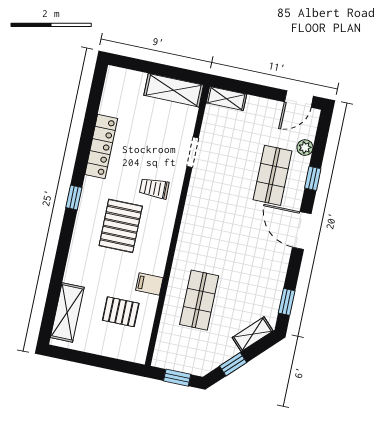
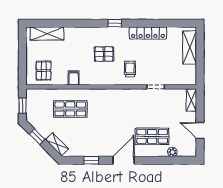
shelving: (174, 90) -> (190, 47), moved
door: (299, 99) -> (200, 130), moved
window: (313, 178) -> (155, 160), removed
pallet: (121, 226) -> (104, 54), width x0.67, depth x0.71
window: (287, 302) -> (91, 160), moved
pallet: (121, 312) -> (44, 71), moved

